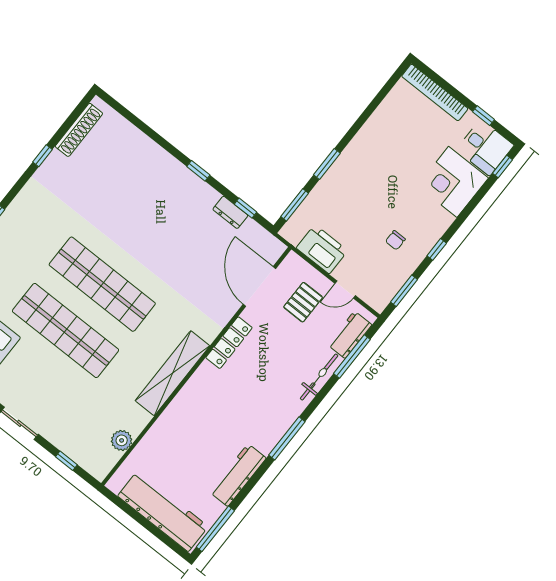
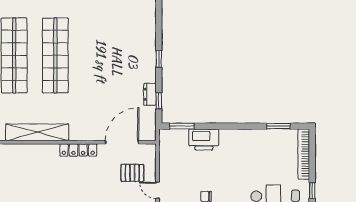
window: (327, 164) -> (278, 126), moved
printer: (322, 249) -> (204, 139), moved, turned 90

